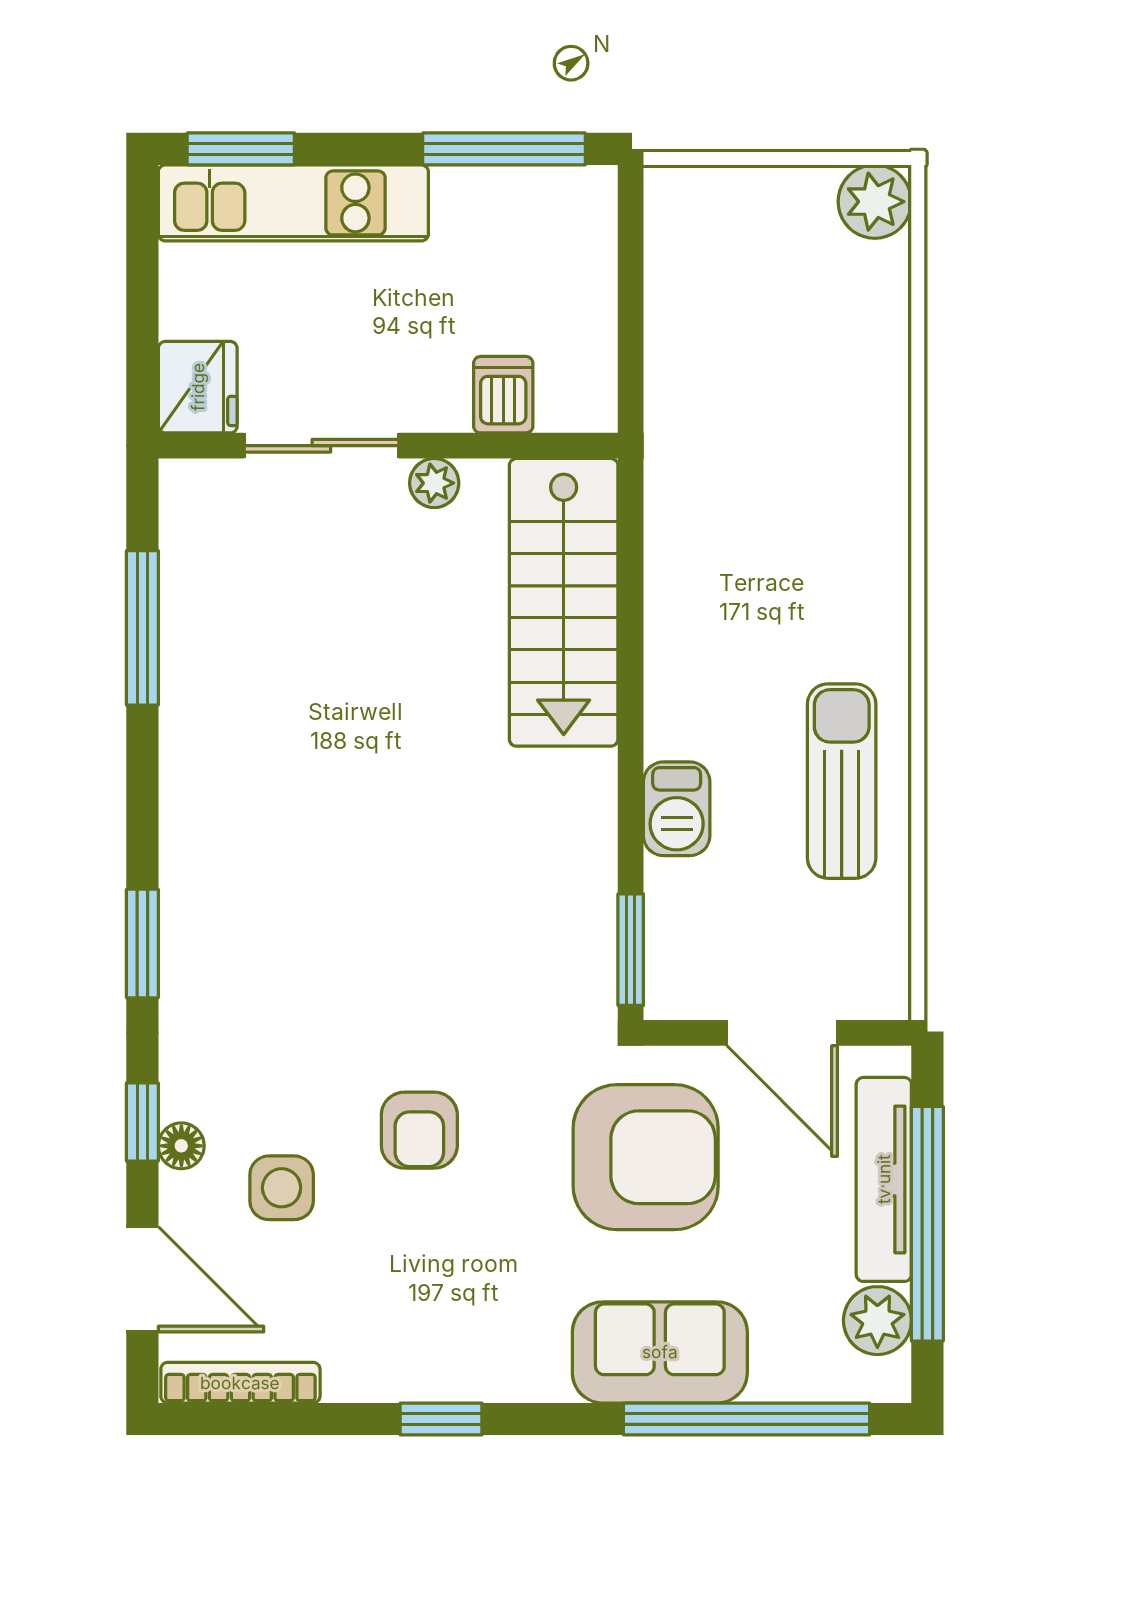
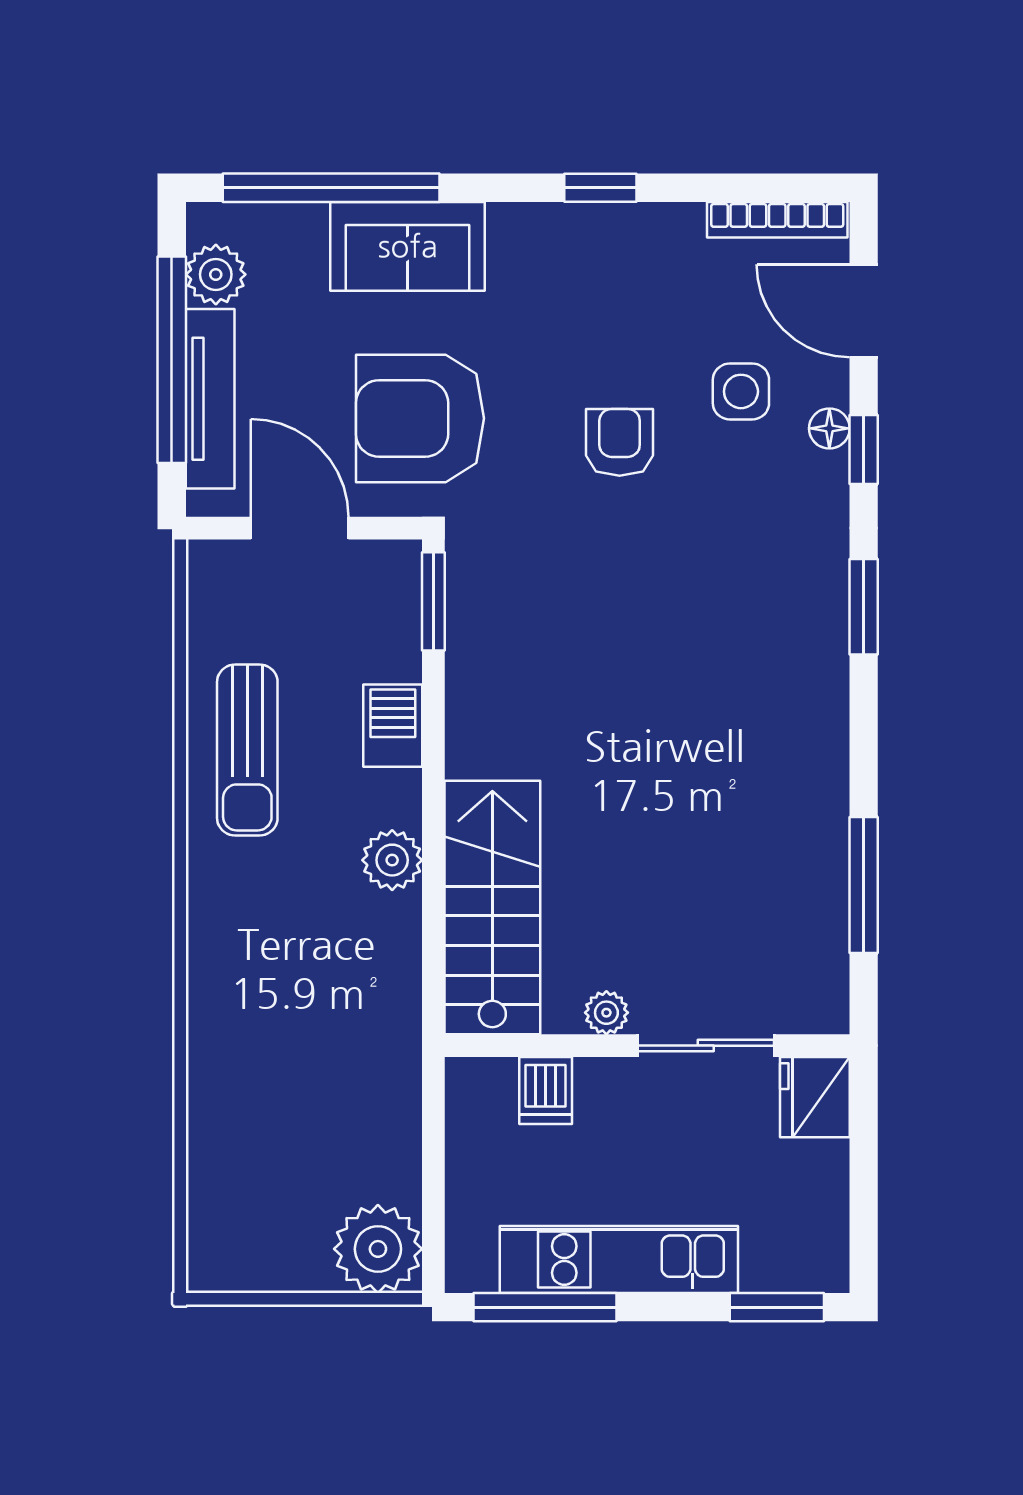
plant: (875, 202) -> (378, 1249), moved, width x1.36, depth x1.36
kitchen unit: (293, 203) -> (619, 1260), moved
plant: (677, 656) -> (392, 860), added

